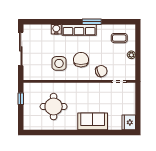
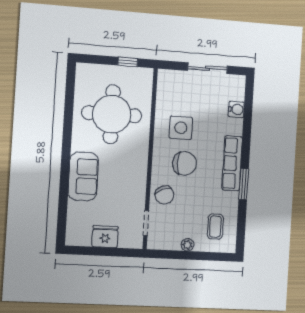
water cooler: (56, 29) -> (236, 109), moved
sliding door: (21, 49) -> (208, 68), width x0.73
round table: (54, 107) -> (112, 114), width x1.36, depth x1.36
fridge: (129, 122) -> (105, 237), moved

